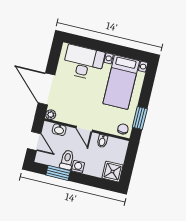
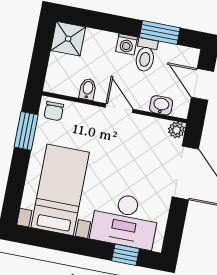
window: (84, 42) -> (126, 255), added

